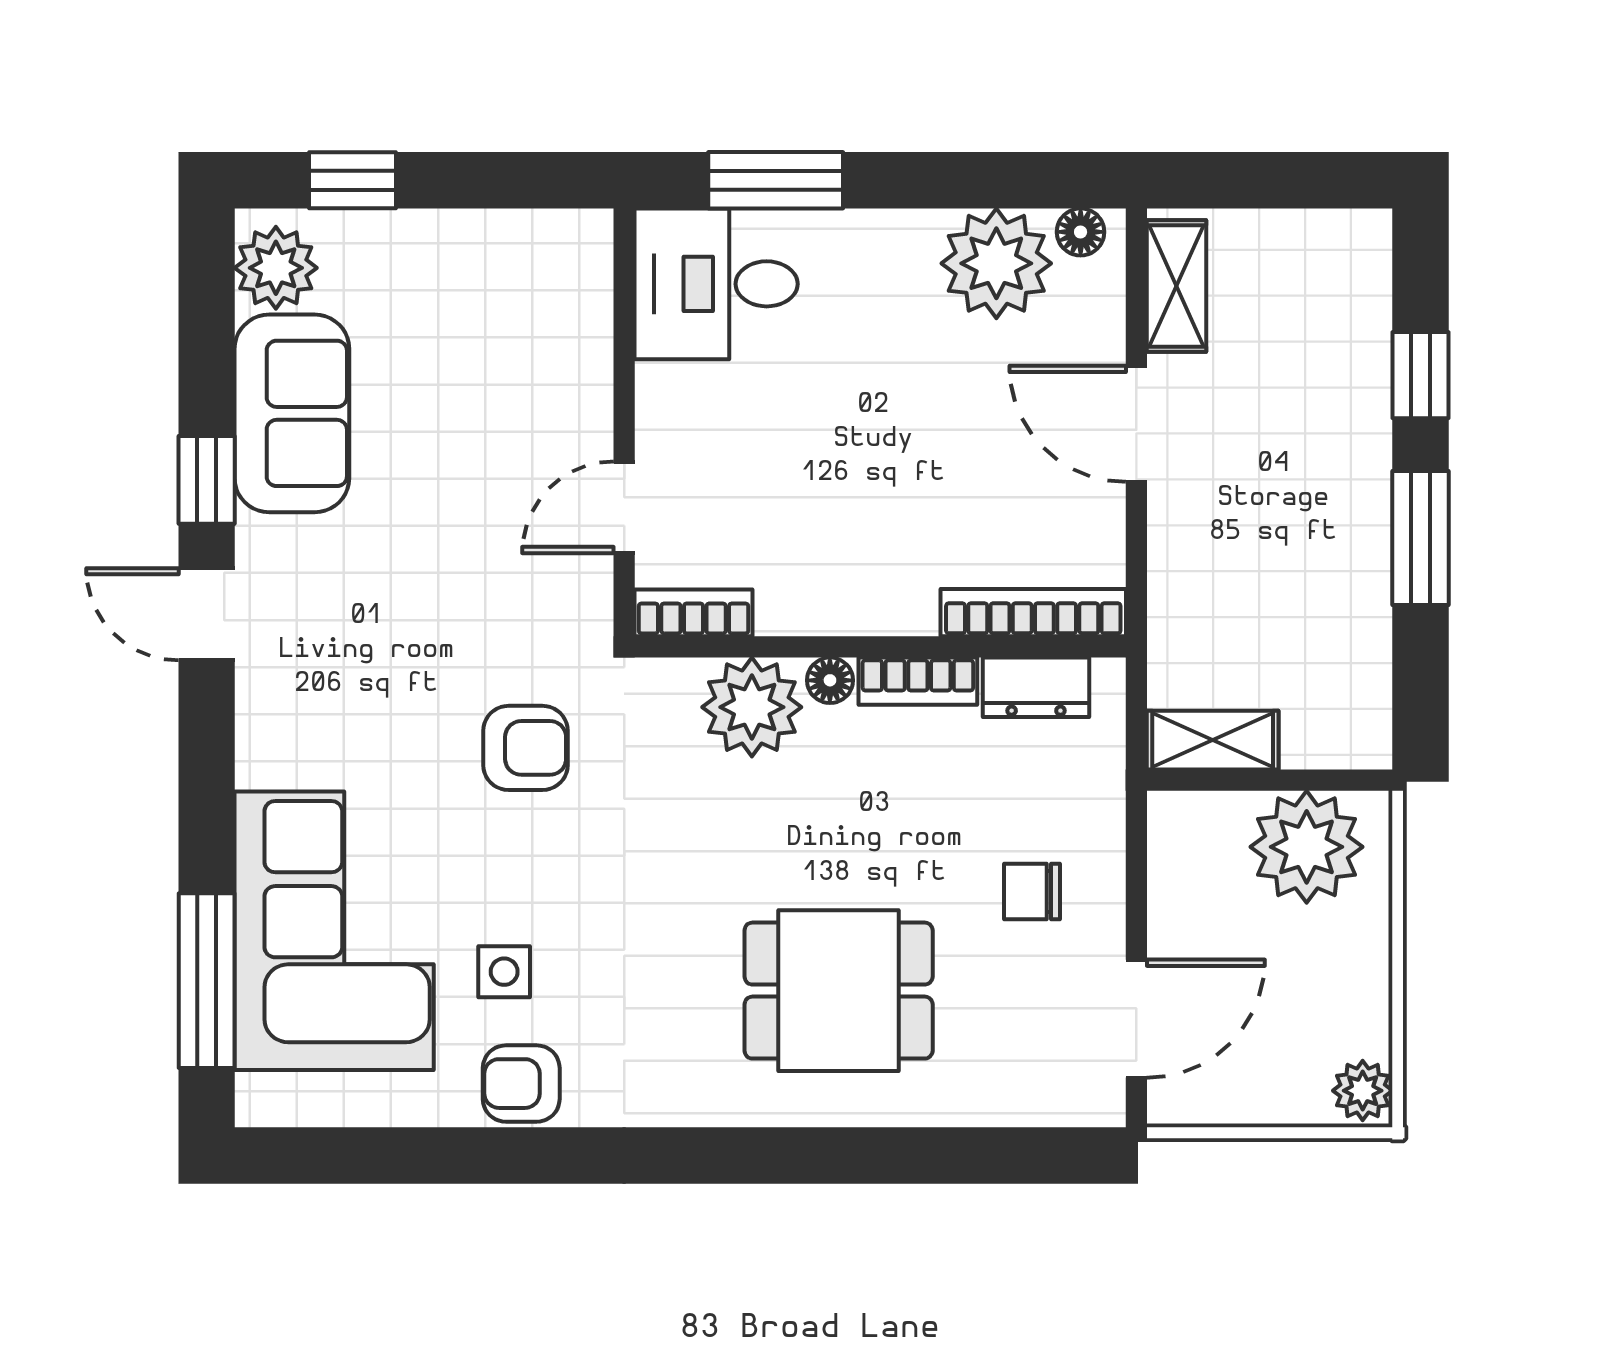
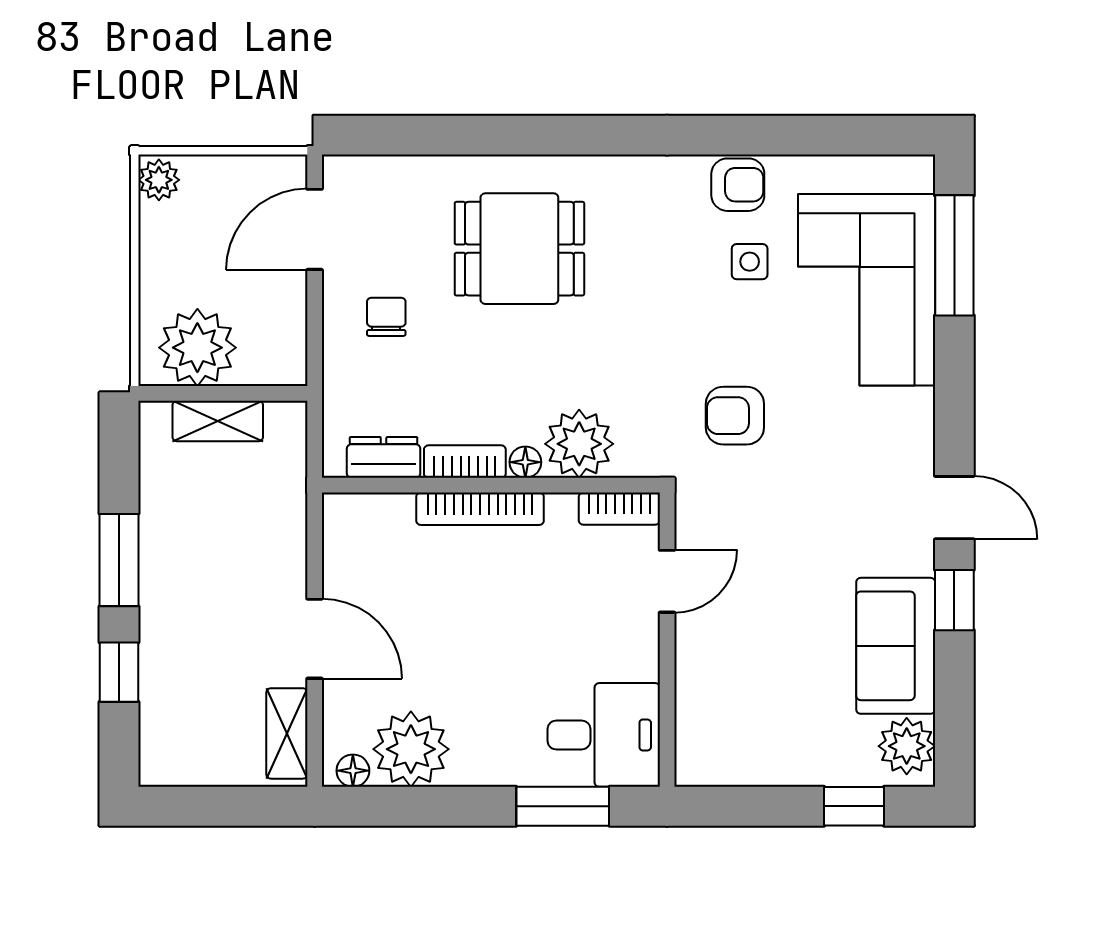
bookcase: (1033, 613) -> (480, 509), moved
shelving: (1213, 740) -> (218, 421), moved
chair: (1032, 891) -> (386, 317), turned -90

